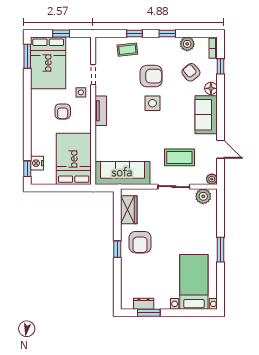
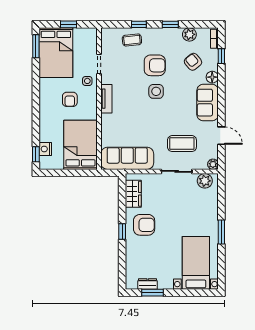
armchair: (140, 242) -> (144, 225), turned -90

